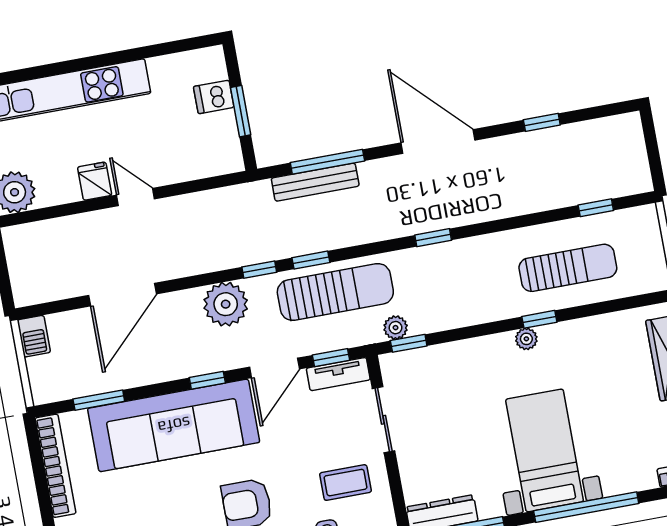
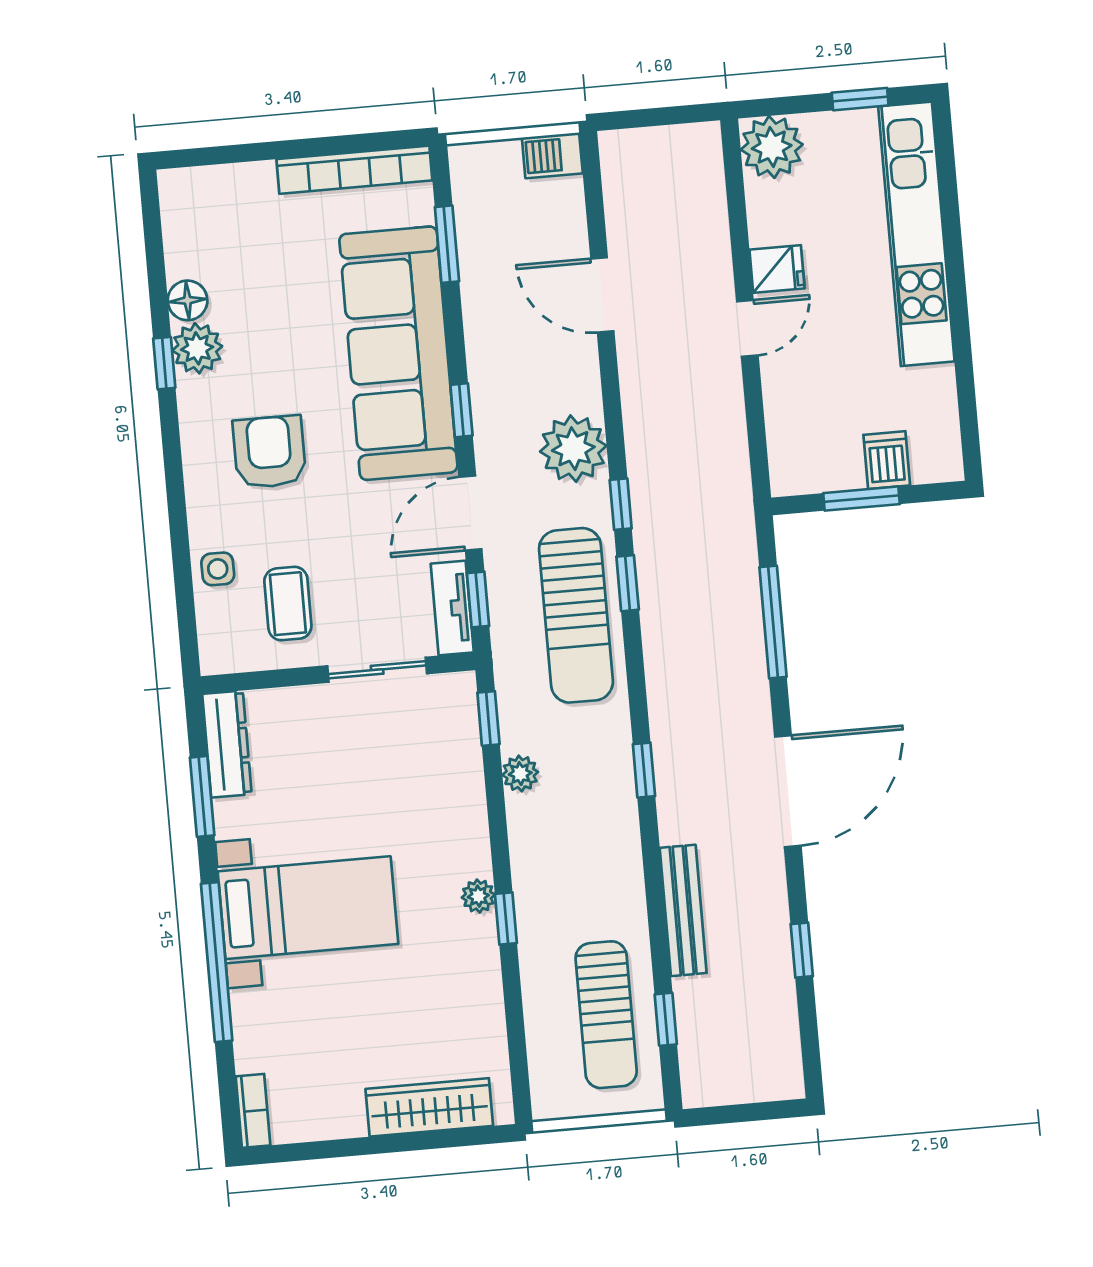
bench: (315, 182) -> (683, 910), moved
sun lounger: (568, 268) -> (606, 1015), moved
door: (123, 295) -> (602, 295), width x0.73
plant: (396, 328) -> (520, 774), moved
door: (274, 368) -> (470, 513), hinge flipped

